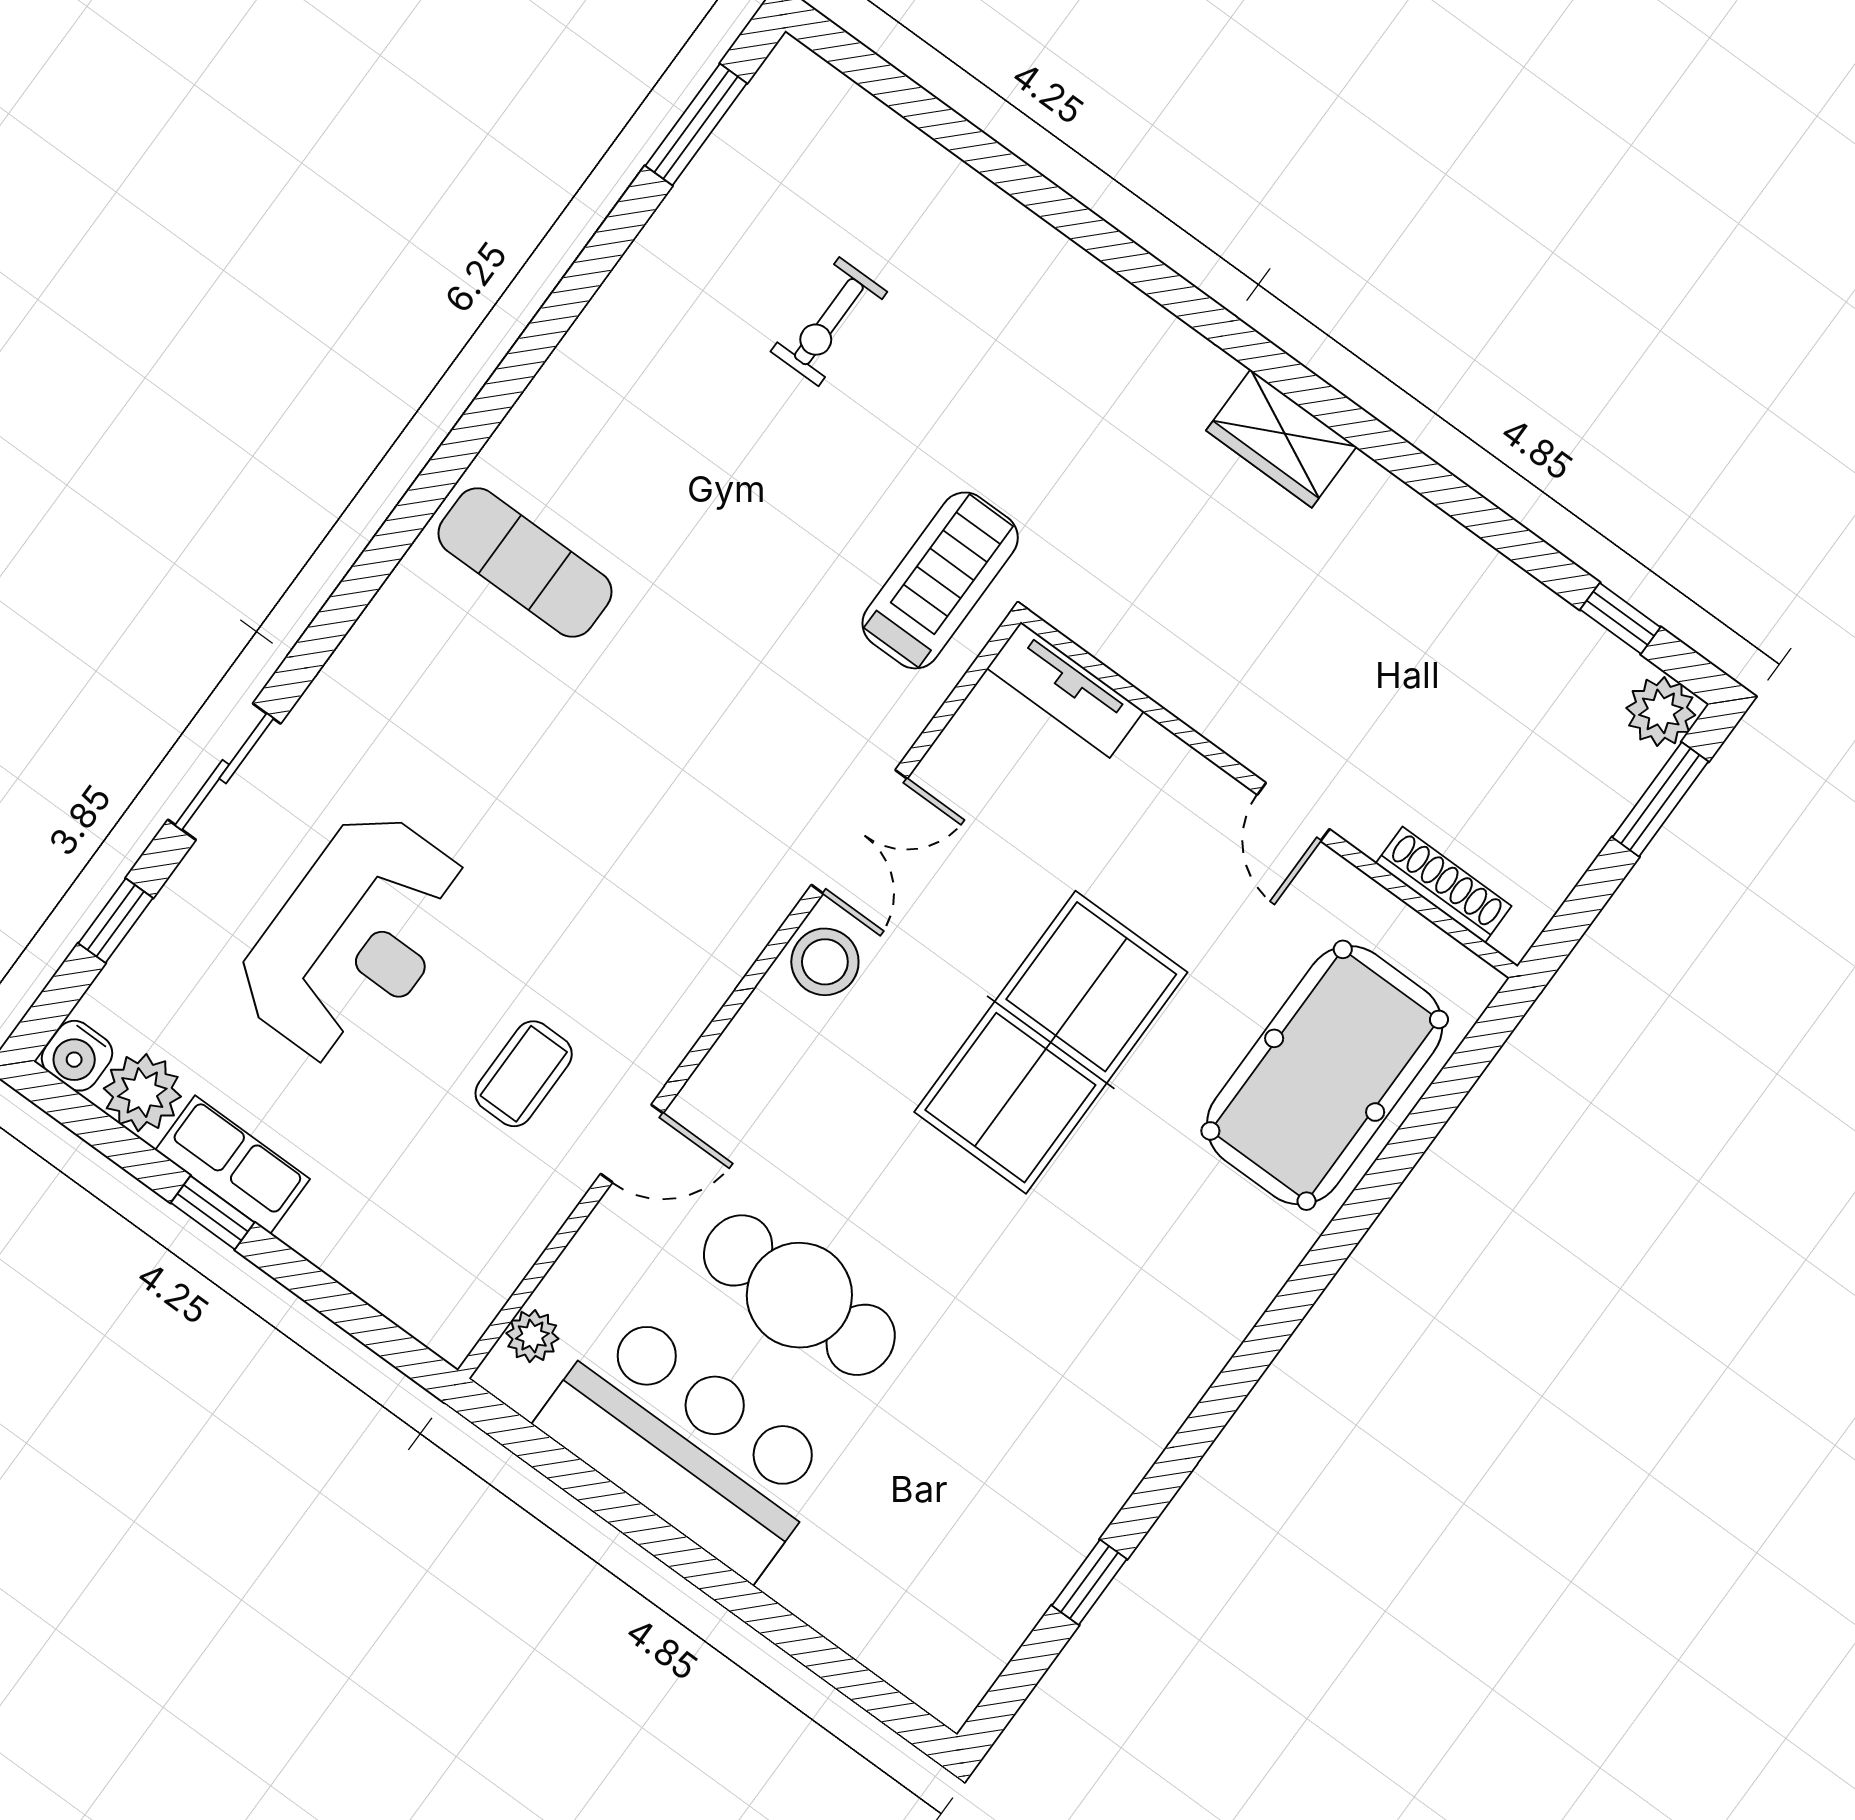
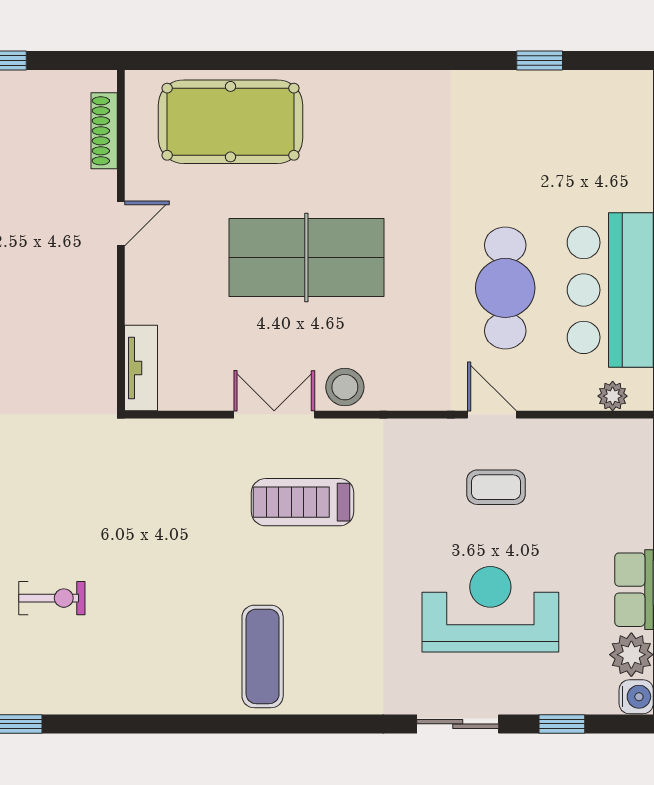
treadmill: (940, 580) -> (303, 502), moved

